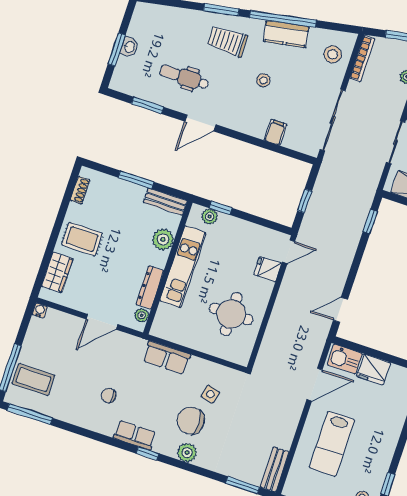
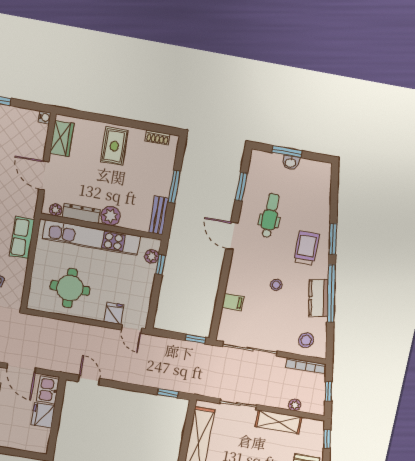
window: (305, 201) -> (195, 339), moved
plant: (163, 240) -> (110, 216), moved
kitchen unit: (183, 267) -> (92, 238), width x1.36
wardrobe: (57, 272) -> (62, 139), moved, turned -90

